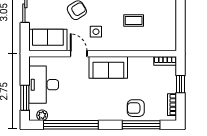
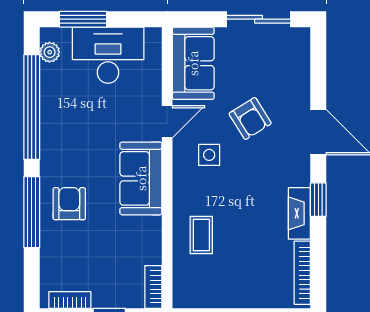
coffee table: (134, 21) -> (201, 235), moved
armchair: (136, 108) -> (69, 204), moved
window: (141, 125) -> (32, 212), moved

